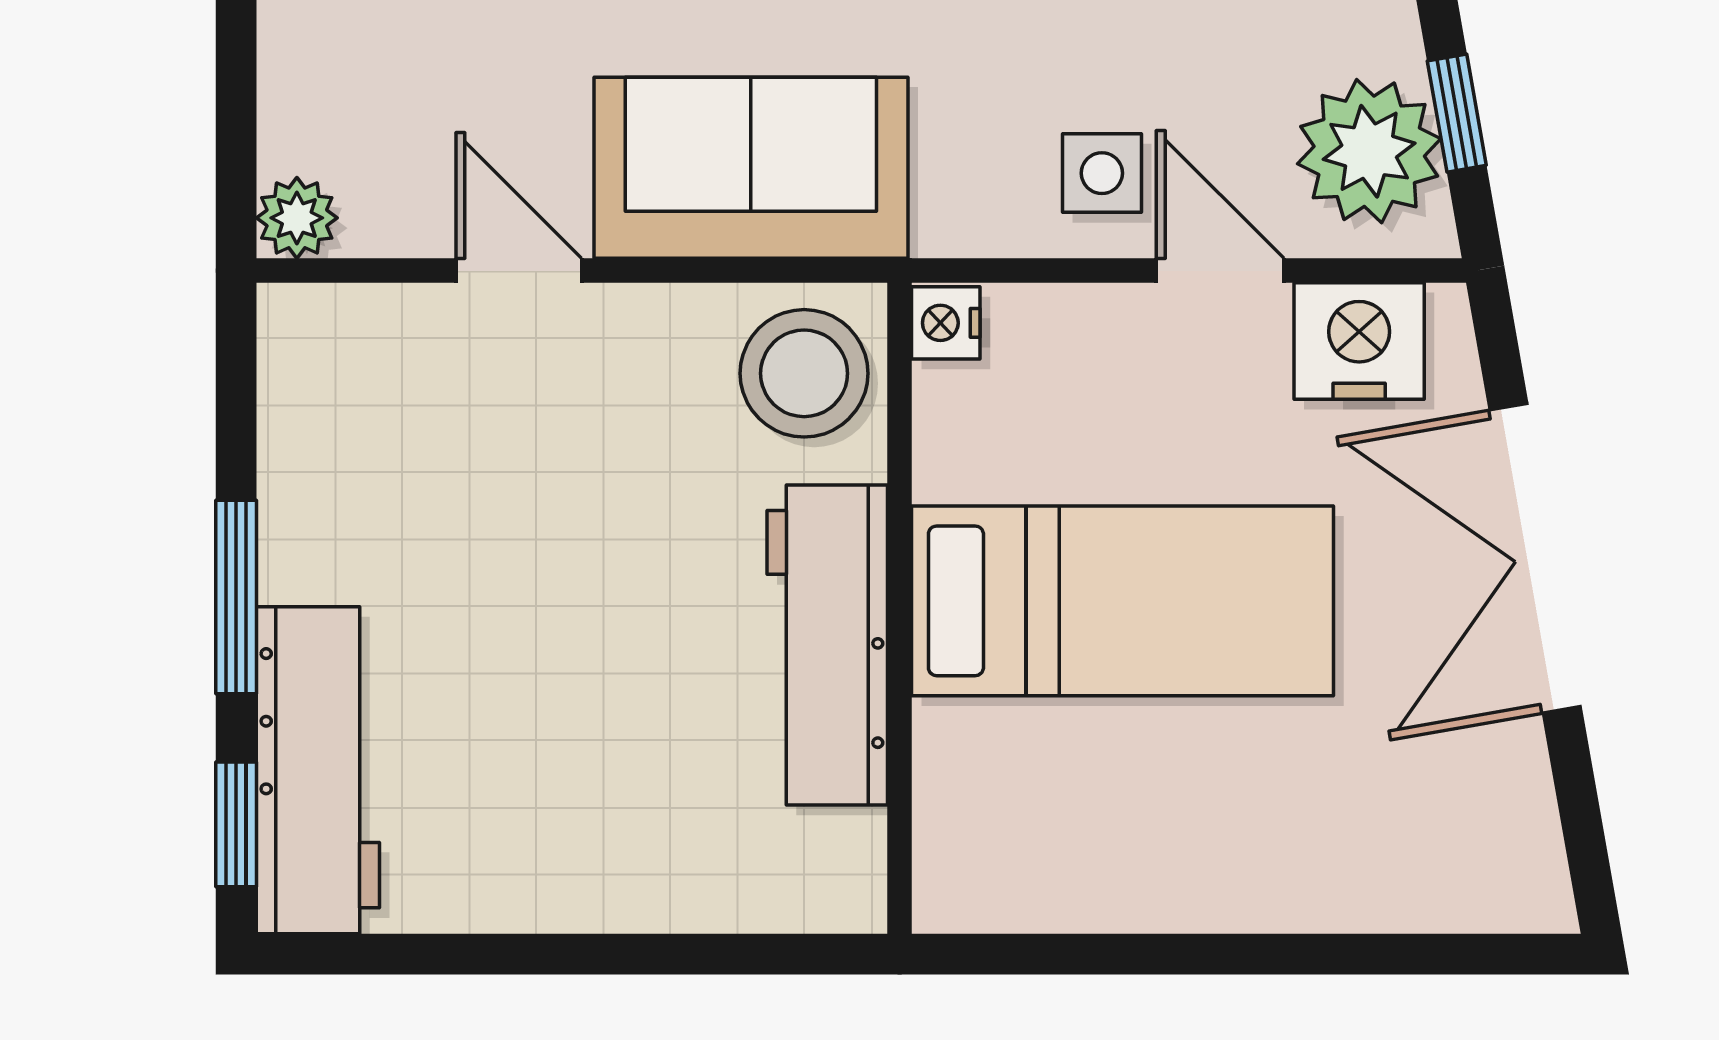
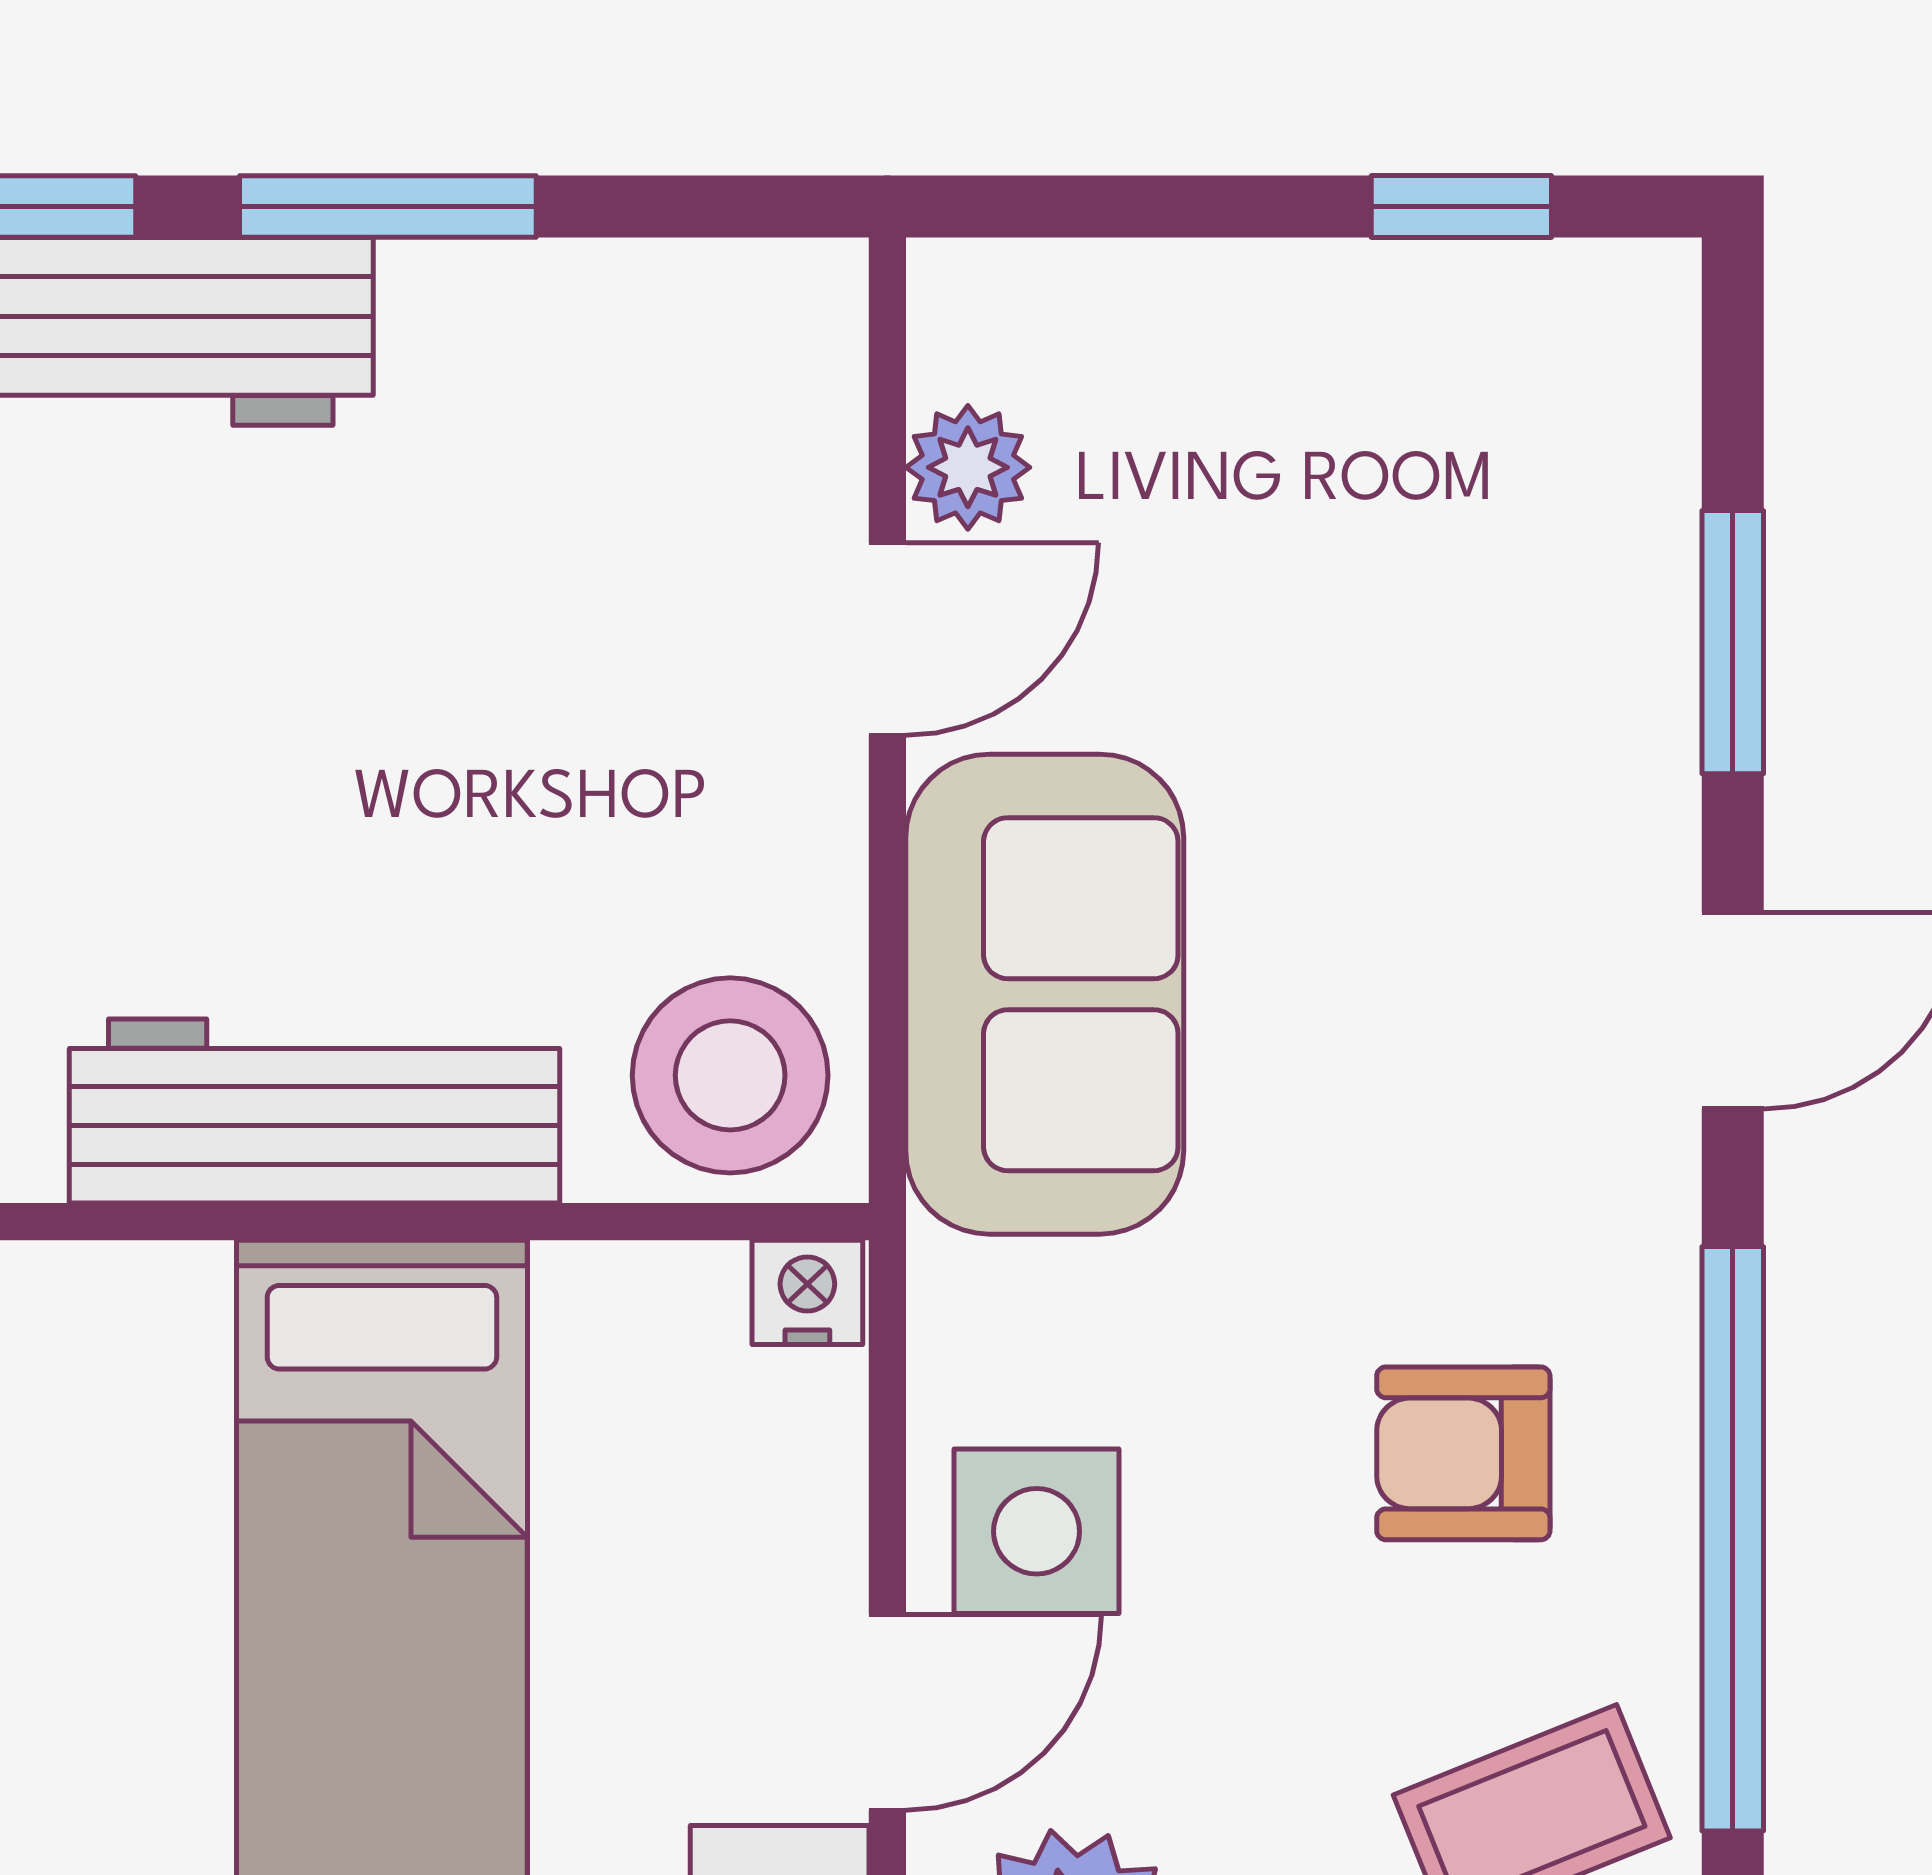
side table: (1102, 173) -> (1037, 1531), width x1.37, depth x1.37
plant: (297, 218) -> (968, 467), moved

